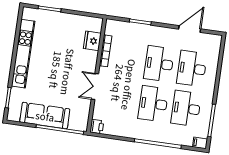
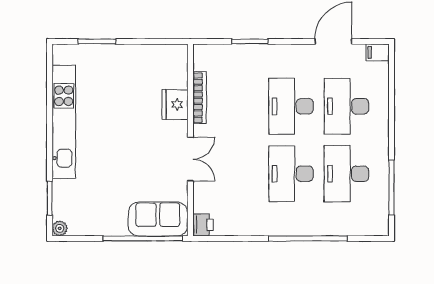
fridge: (92, 41) -> (175, 105), moved
double door: (95, 87) -> (190, 159), swing flipped
plant: (12, 116) -> (60, 228), added
sofa: (45, 116) -> (158, 219), moved, width x0.73
filing cabinet: (200, 143) -> (378, 52), moved

